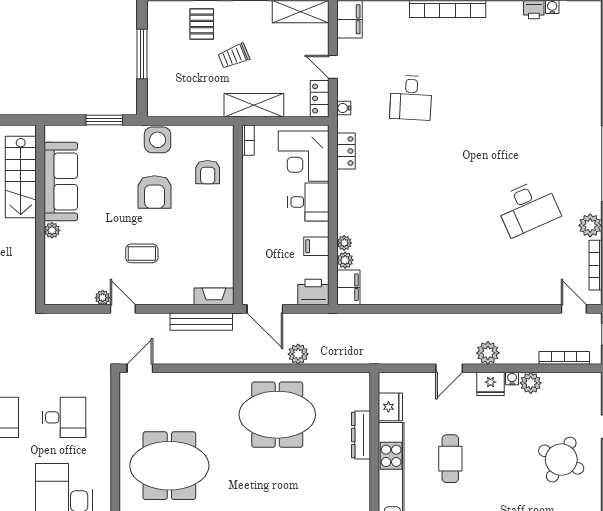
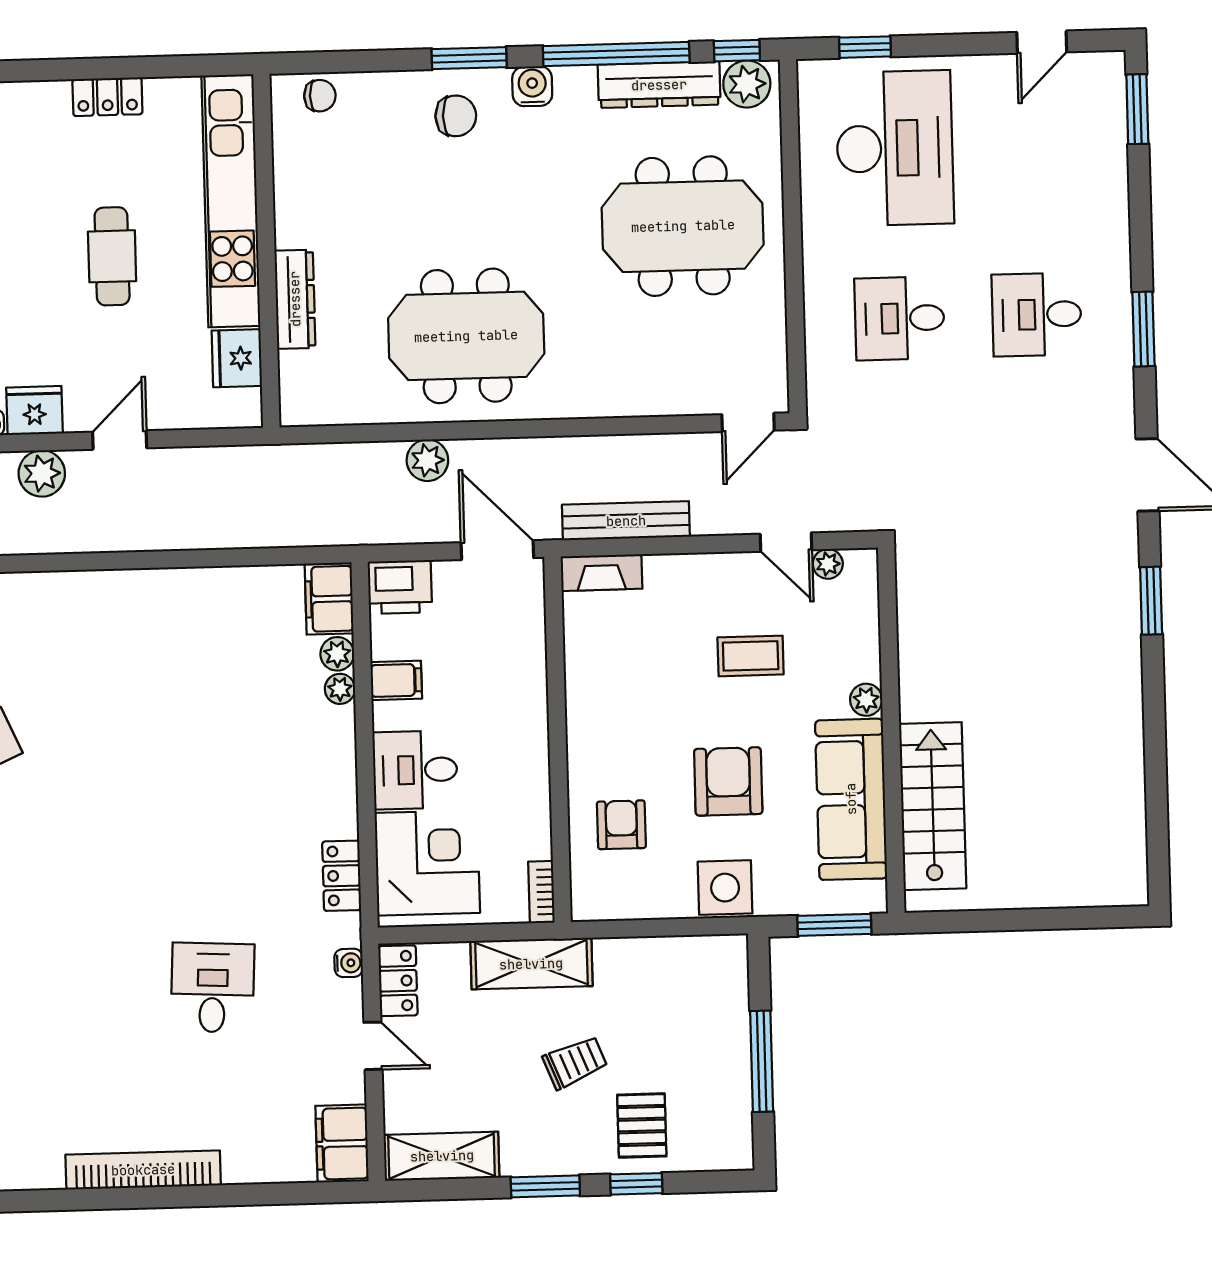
stairs: (21, 177) -> (933, 806), moved
sofa: (61, 182) -> (851, 799), moved
wall: (40, 215) -> (891, 730), moved
plant: (52, 230) -> (866, 700), moved

